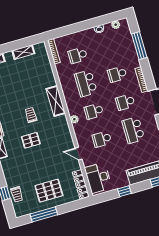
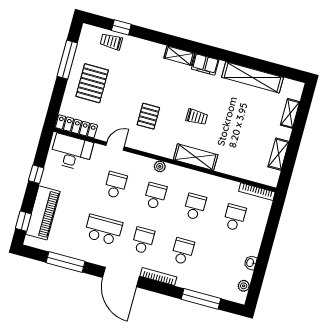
school desk: (86, 83) -> (195, 207), width x0.54
pallet: (31, 140) -> (148, 116), moved

